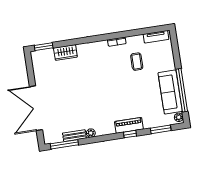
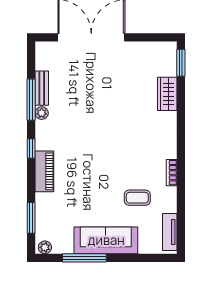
window: (182, 90) -> (84, 258), width x0.68
sofa: (170, 92) -> (106, 240), moved
window: (130, 134) -> (31, 148), moved
window: (64, 144) -> (31, 100), moved

